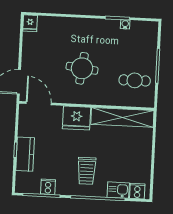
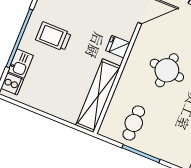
fridge: (76, 118) -> (118, 47), width x0.53, depth x0.75

